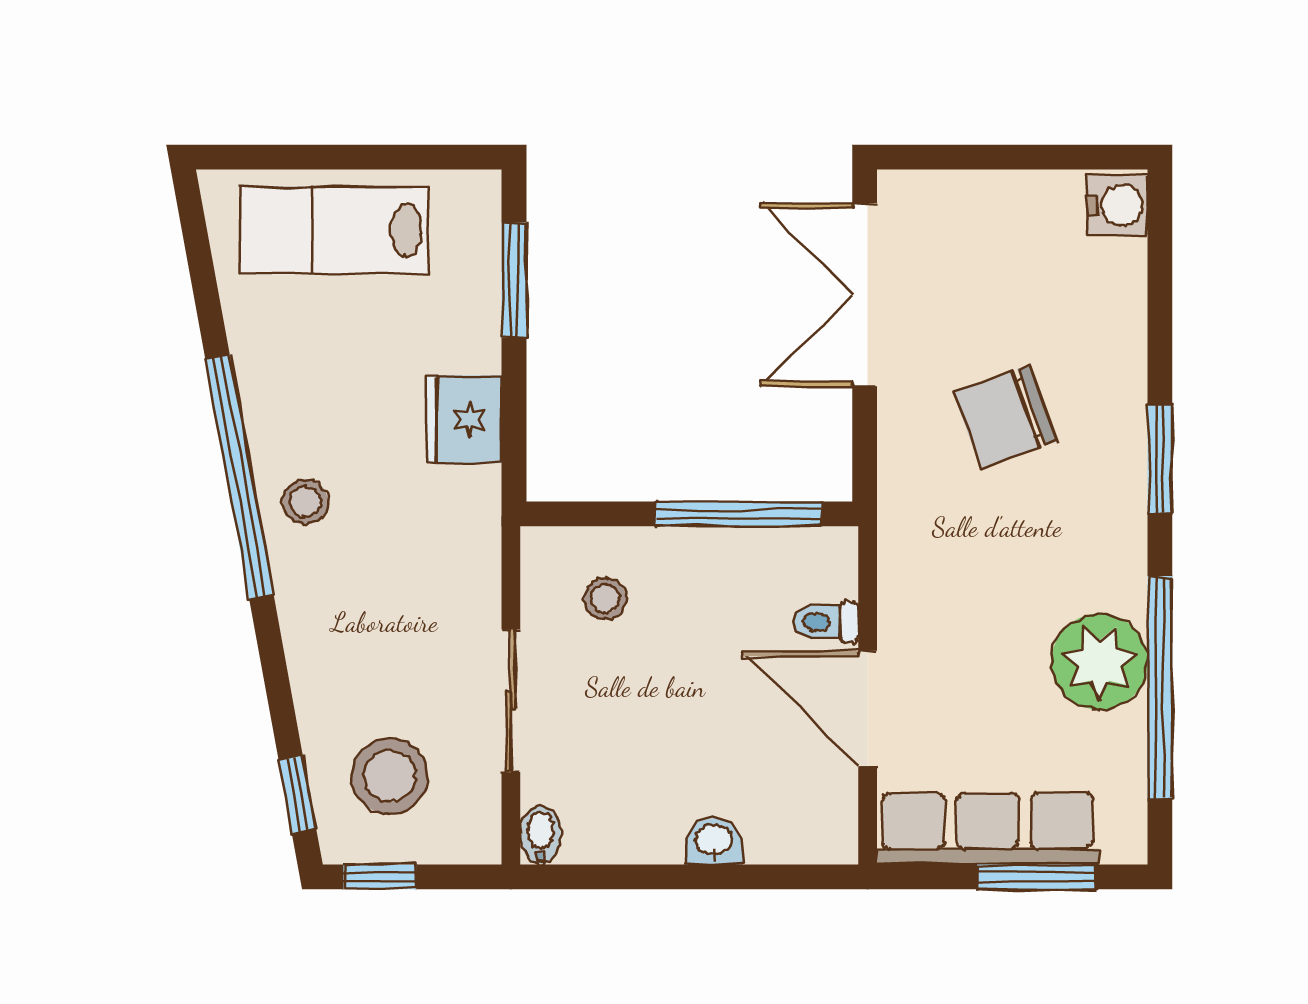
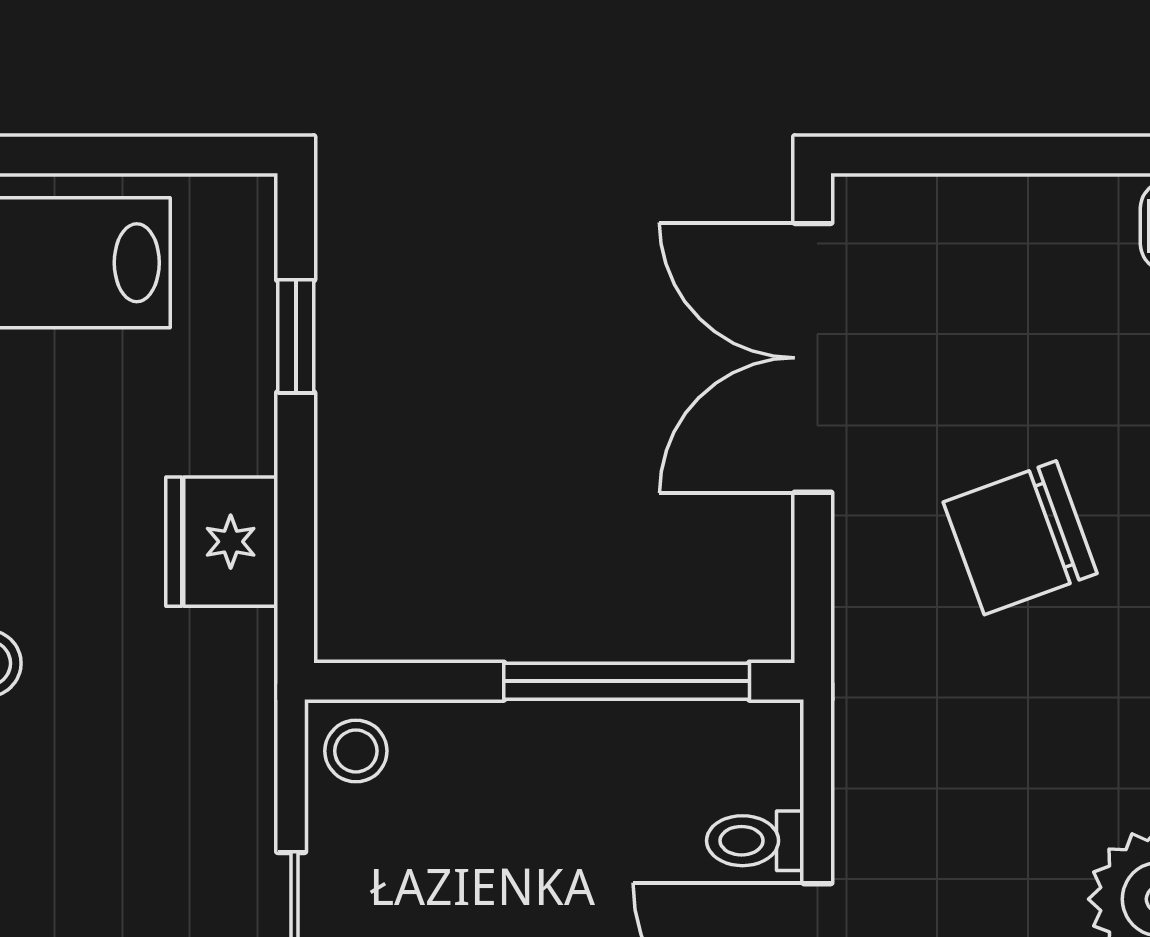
window: (514, 280) -> (296, 336), width x0.67
stool: (605, 599) -> (356, 751), moved

